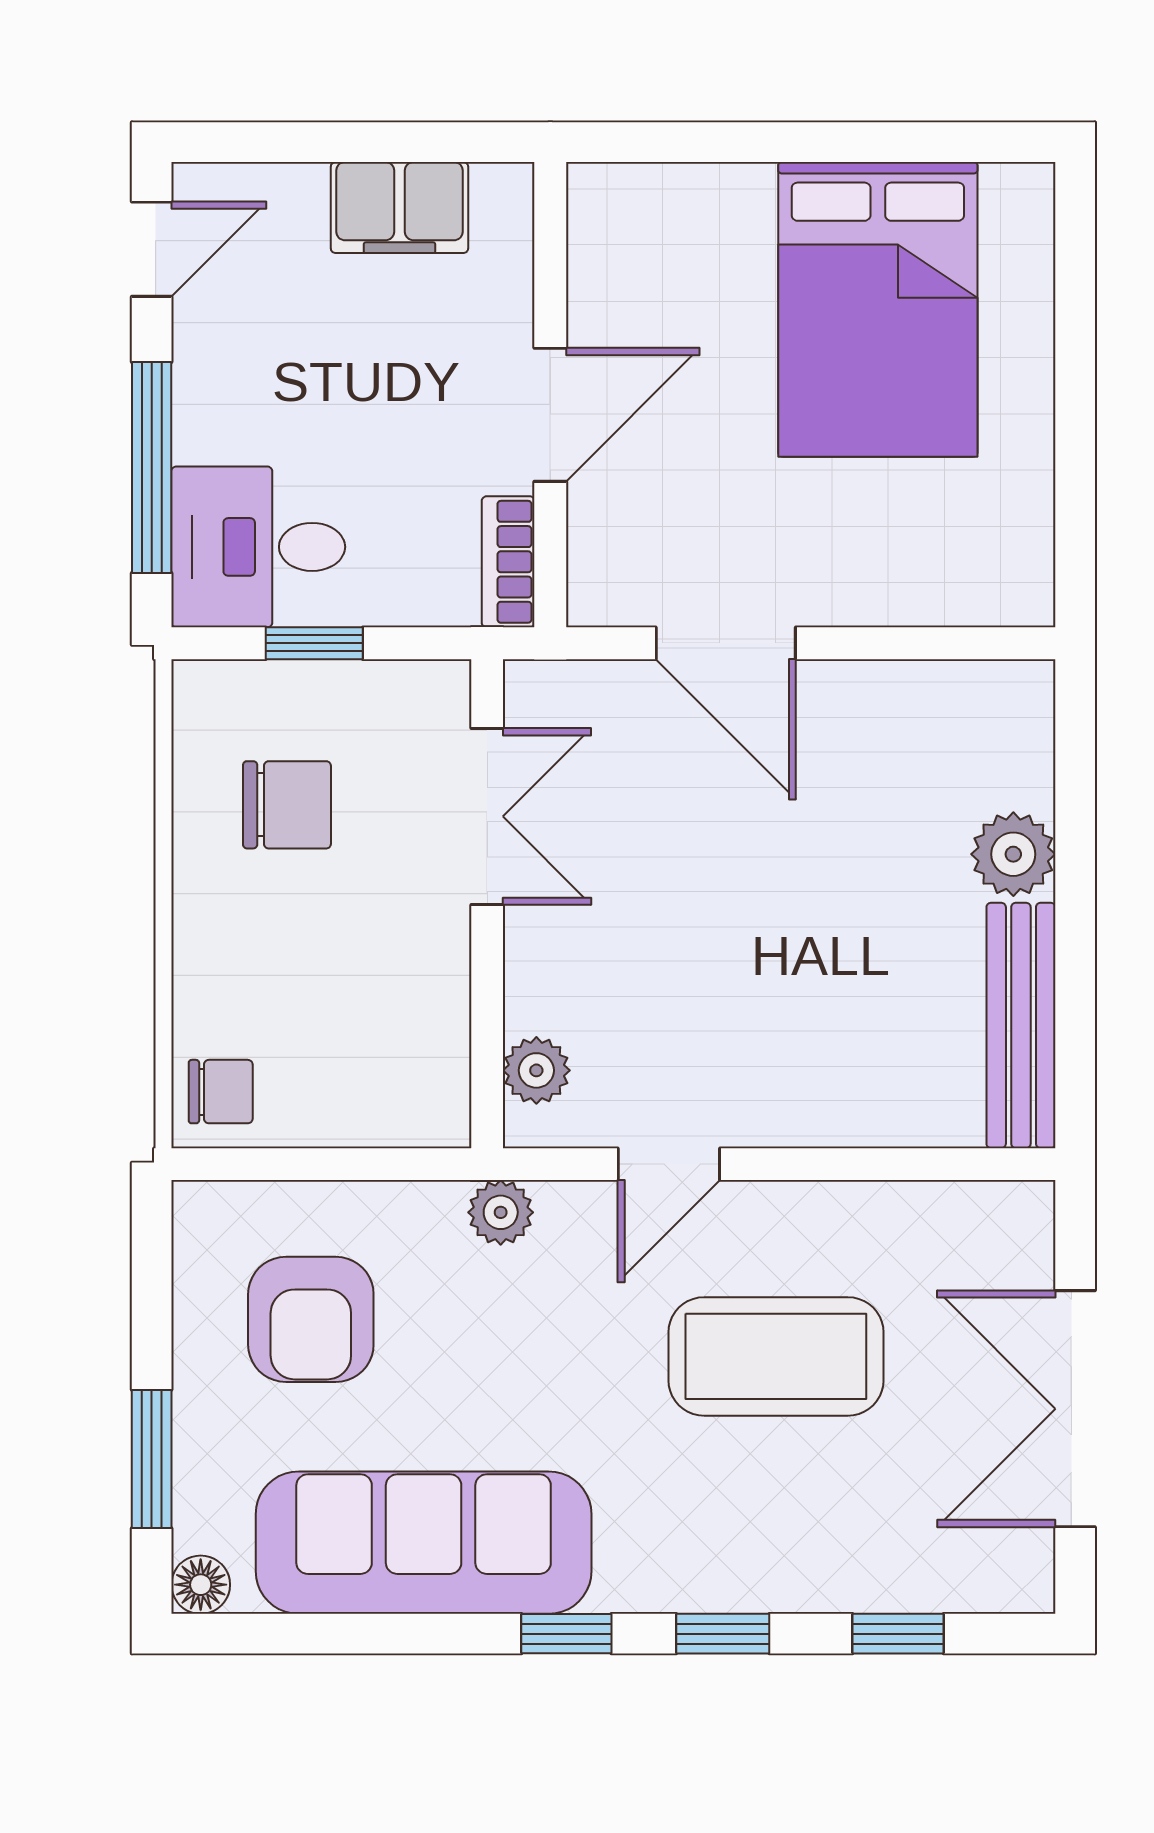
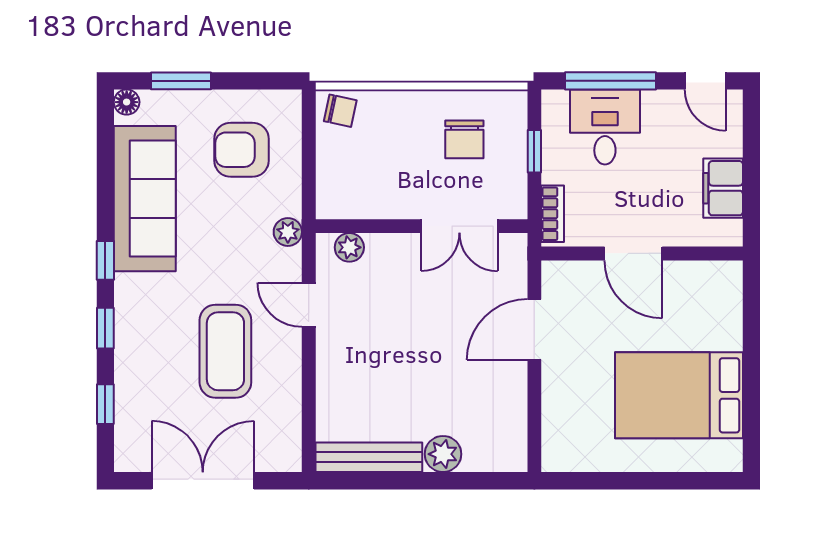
desk: (258, 547) -> (605, 127), moved
bookcase: (508, 562) -> (553, 214), moved, turned 90
chair: (221, 1092) -> (340, 111), turned -78

